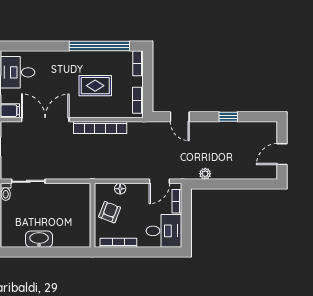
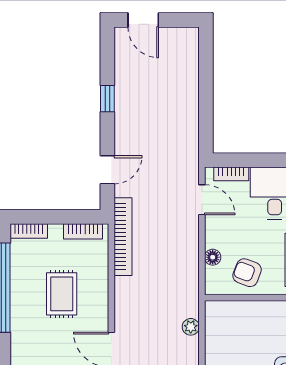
bookcase: (100, 128) -> (123, 237), moved
door: (282, 154) -> (143, 20), moved
plant: (205, 174) -> (191, 327), moved

